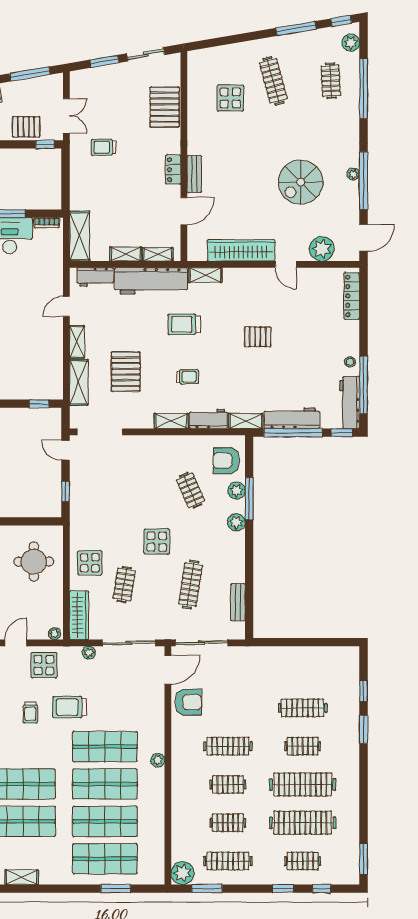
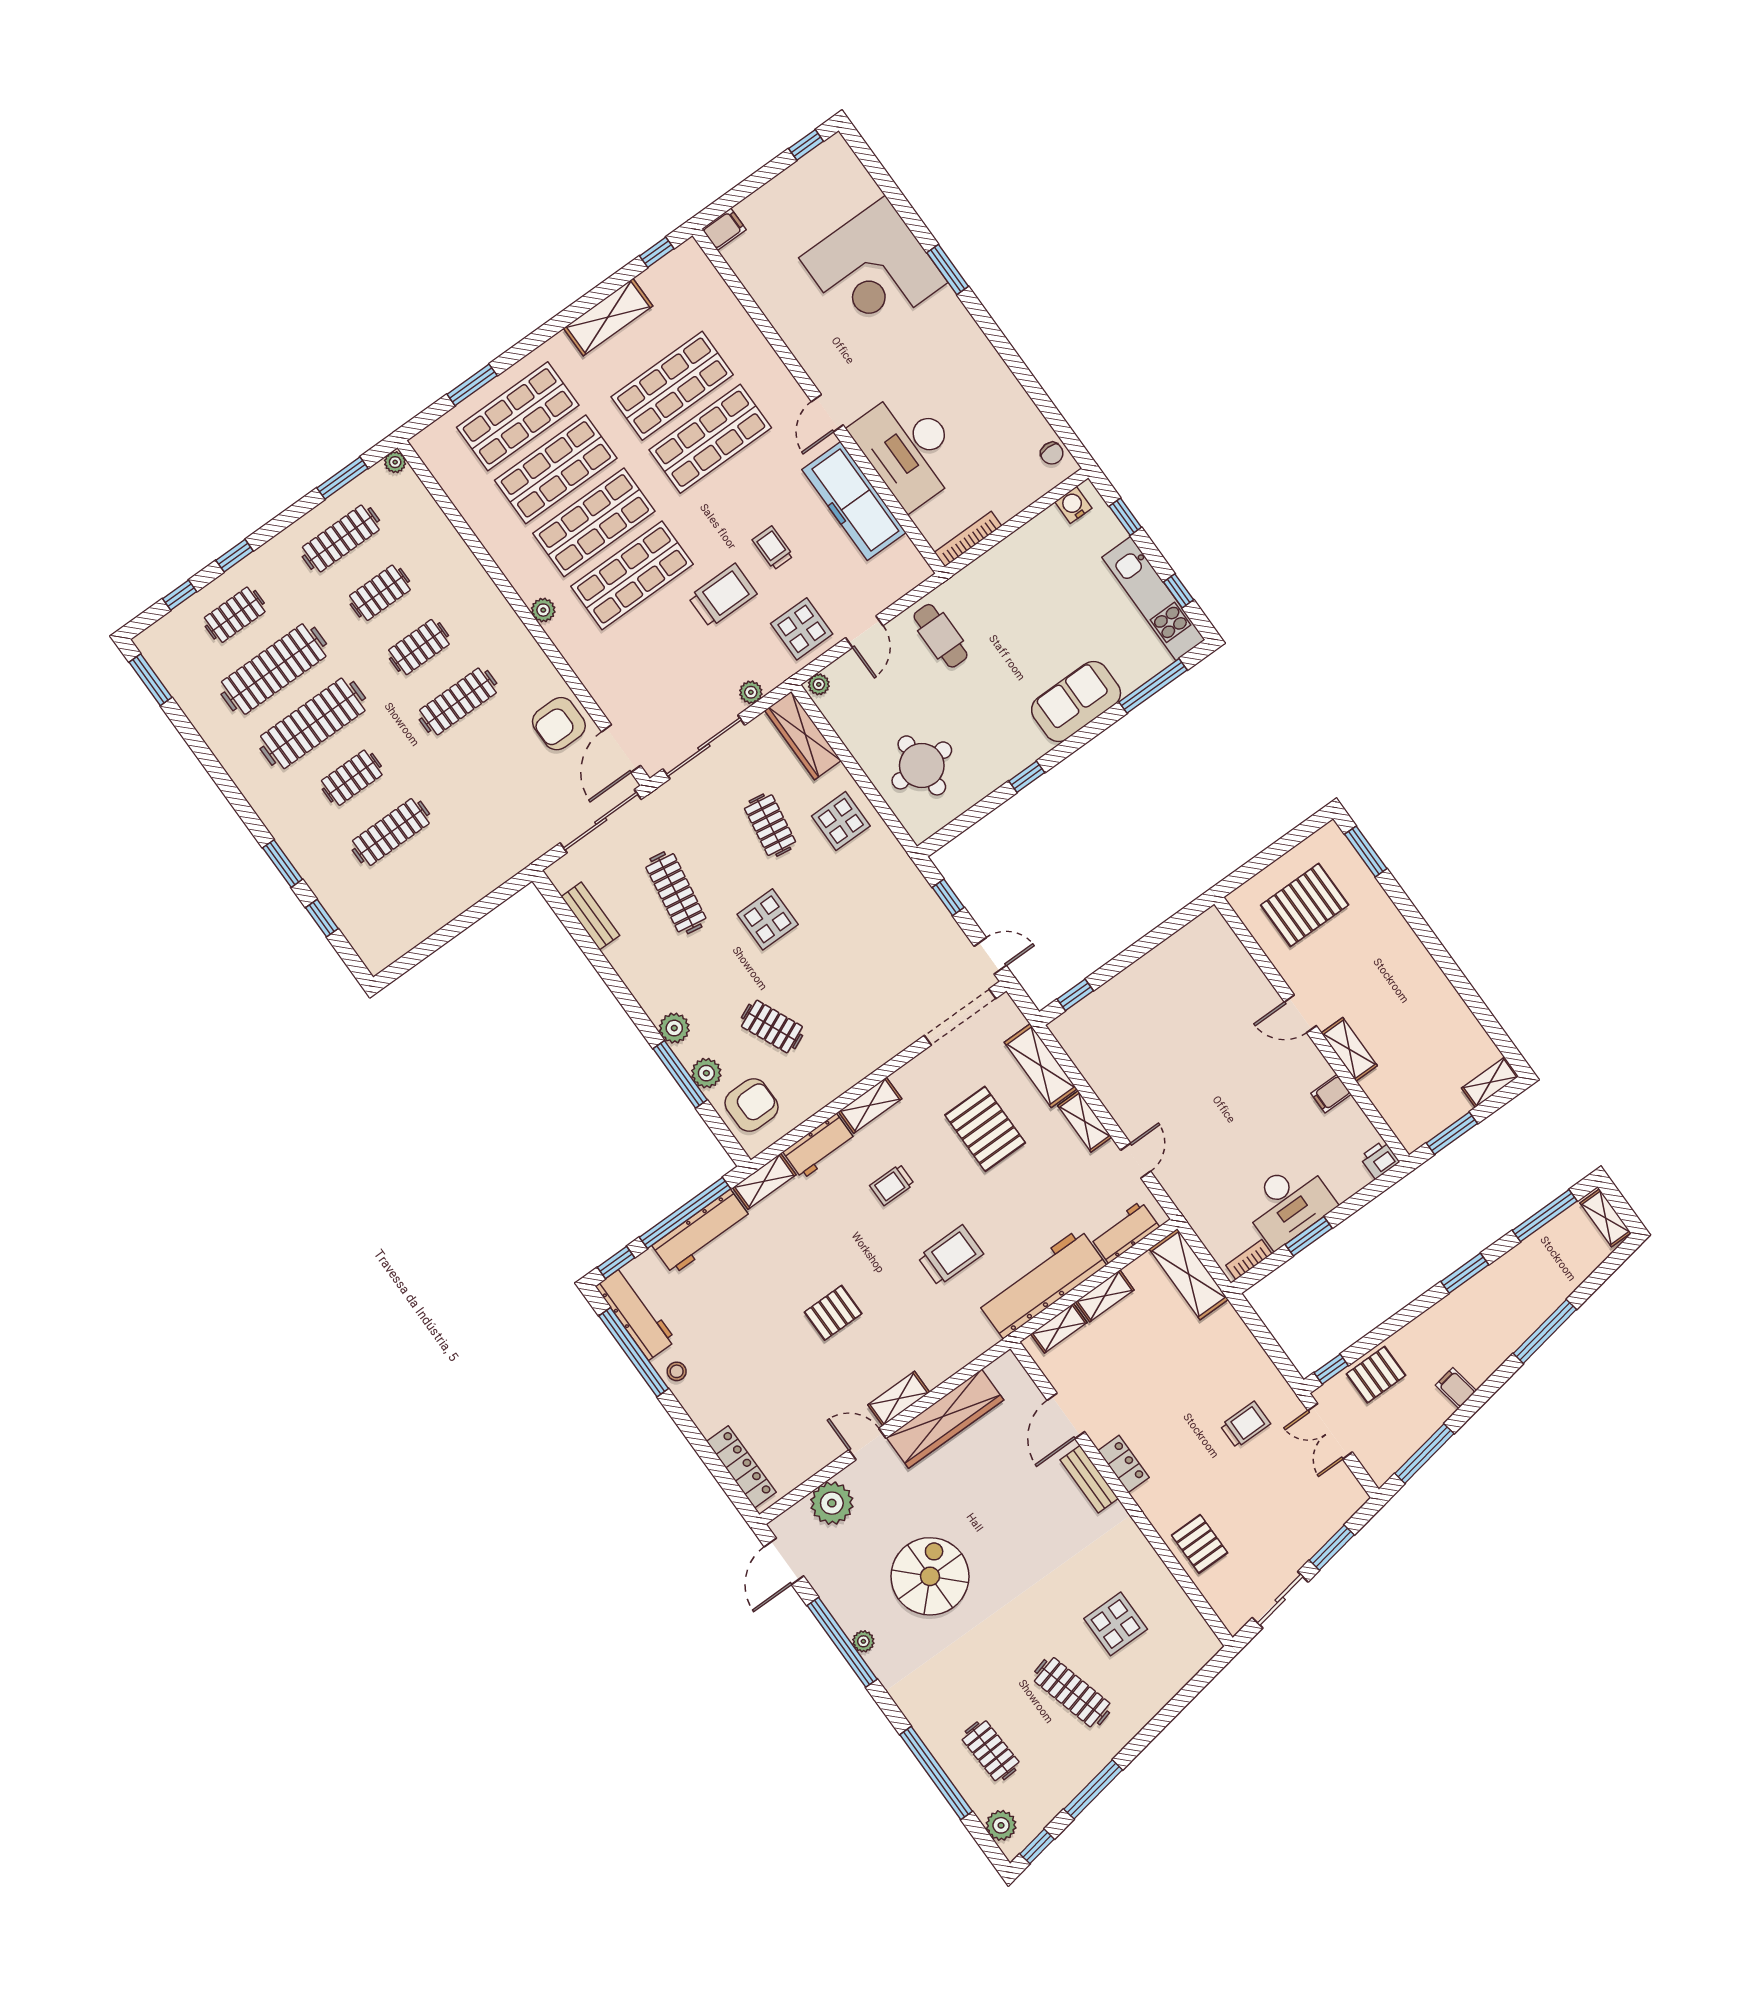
pallet: (165, 107) -> (1200, 1544), width x0.67, depth x0.71
shelving: (205, 275) -> (899, 1399), moved
plant: (183, 873) -> (395, 462), width x0.53, depth x0.53
shelving: (22, 877) -> (608, 317), width x1.50, depth x1.33

